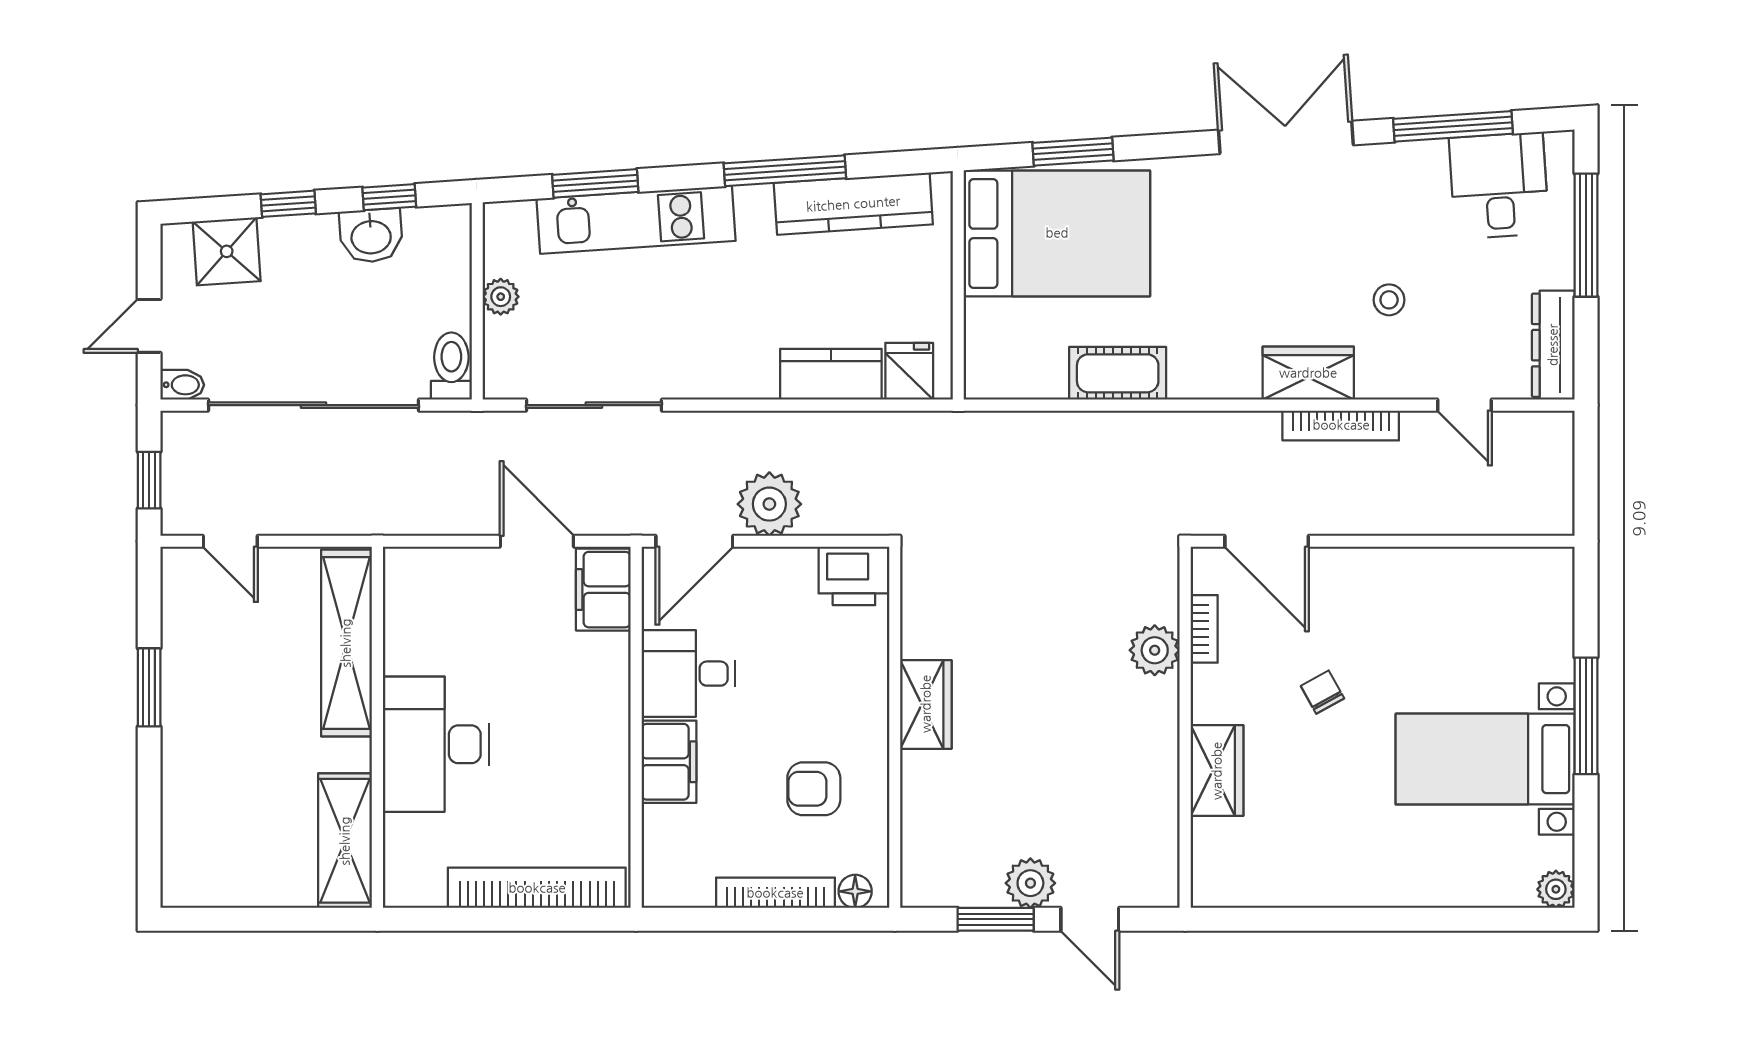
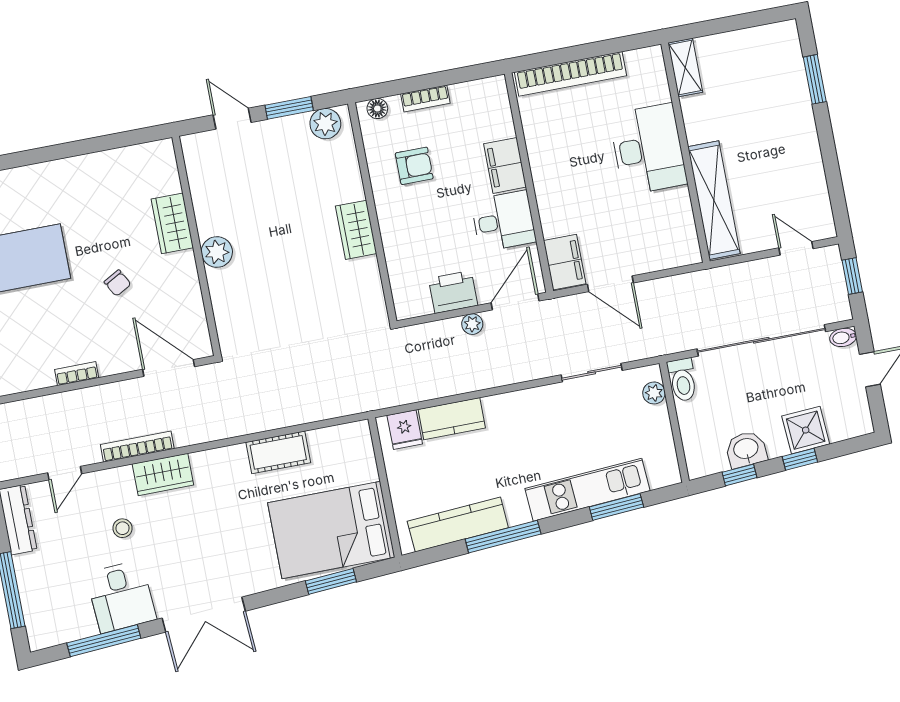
desk: (1499, 186) -> (121, 596), moved
shower: (227, 251) -> (806, 430), moved
plant: (501, 297) -> (654, 393), moved
sliding door: (594, 405) -> (592, 373), width x0.73
door: (1465, 405) -> (65, 473), swing flipped
plant: (769, 504) -> (472, 324), width x0.53, depth x0.53
printer: (854, 576) -> (453, 292), moved
bookcase: (1204, 629) -> (77, 374), moved, turned 90
plant: (1155, 650) -> (217, 252), moved
window: (149, 687) -> (815, 79), moved
shelving: (345, 841) -> (685, 68), width x0.67, depth x0.75
plant: (1030, 883) -> (325, 124), moved
bookcase: (775, 893) -> (425, 98), width x0.64

